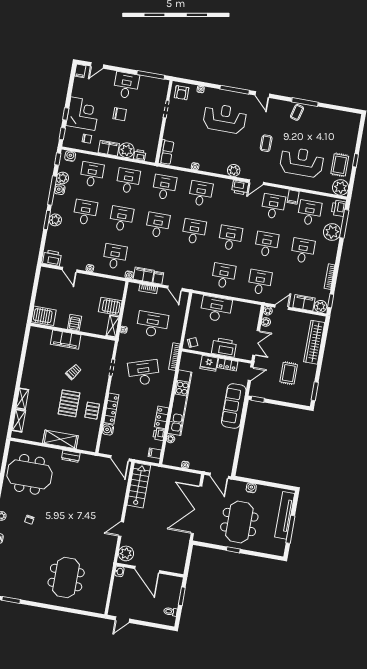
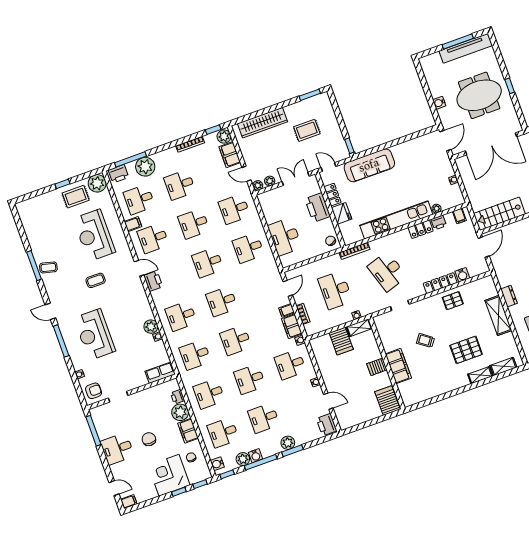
door: (262, 95) -> (50, 311), swing flipped
plant: (234, 170) -> (151, 327), moved
door: (69, 270) -> (328, 401), hinge flipped
pallet: (69, 403) -> (466, 350), moved
tv unit: (285, 515) -> (466, 48), moved

